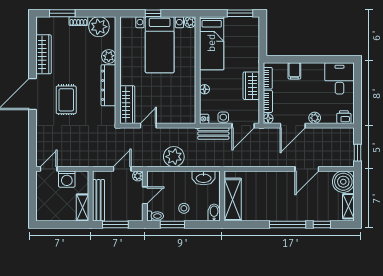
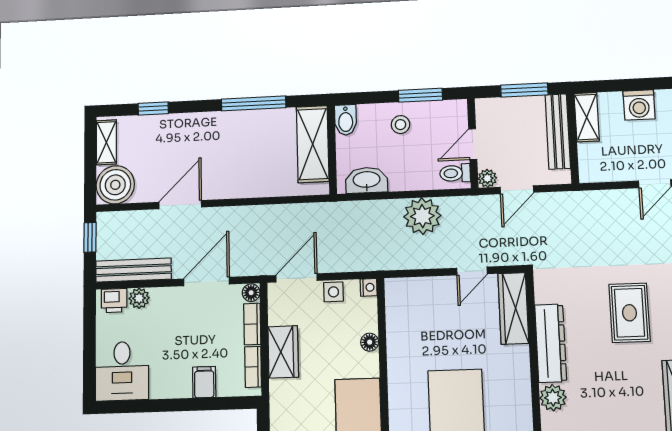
plant: (315, 118) -> (139, 298), moved
bench: (213, 133) -> (133, 270), moved, width x1.36
washing machine: (67, 179) -> (639, 105), moved, turned 180
toilet: (155, 216) -> (455, 173), moved
window: (288, 224) -> (254, 103), moved

